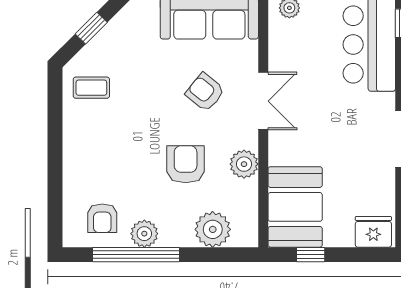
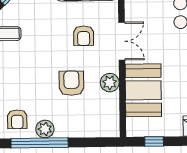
armchair: (205, 92) -> (84, 36), turned -129
booth: (295, 207) -> (143, 90), moved
plant: (213, 229) -> (90, 126), removed

